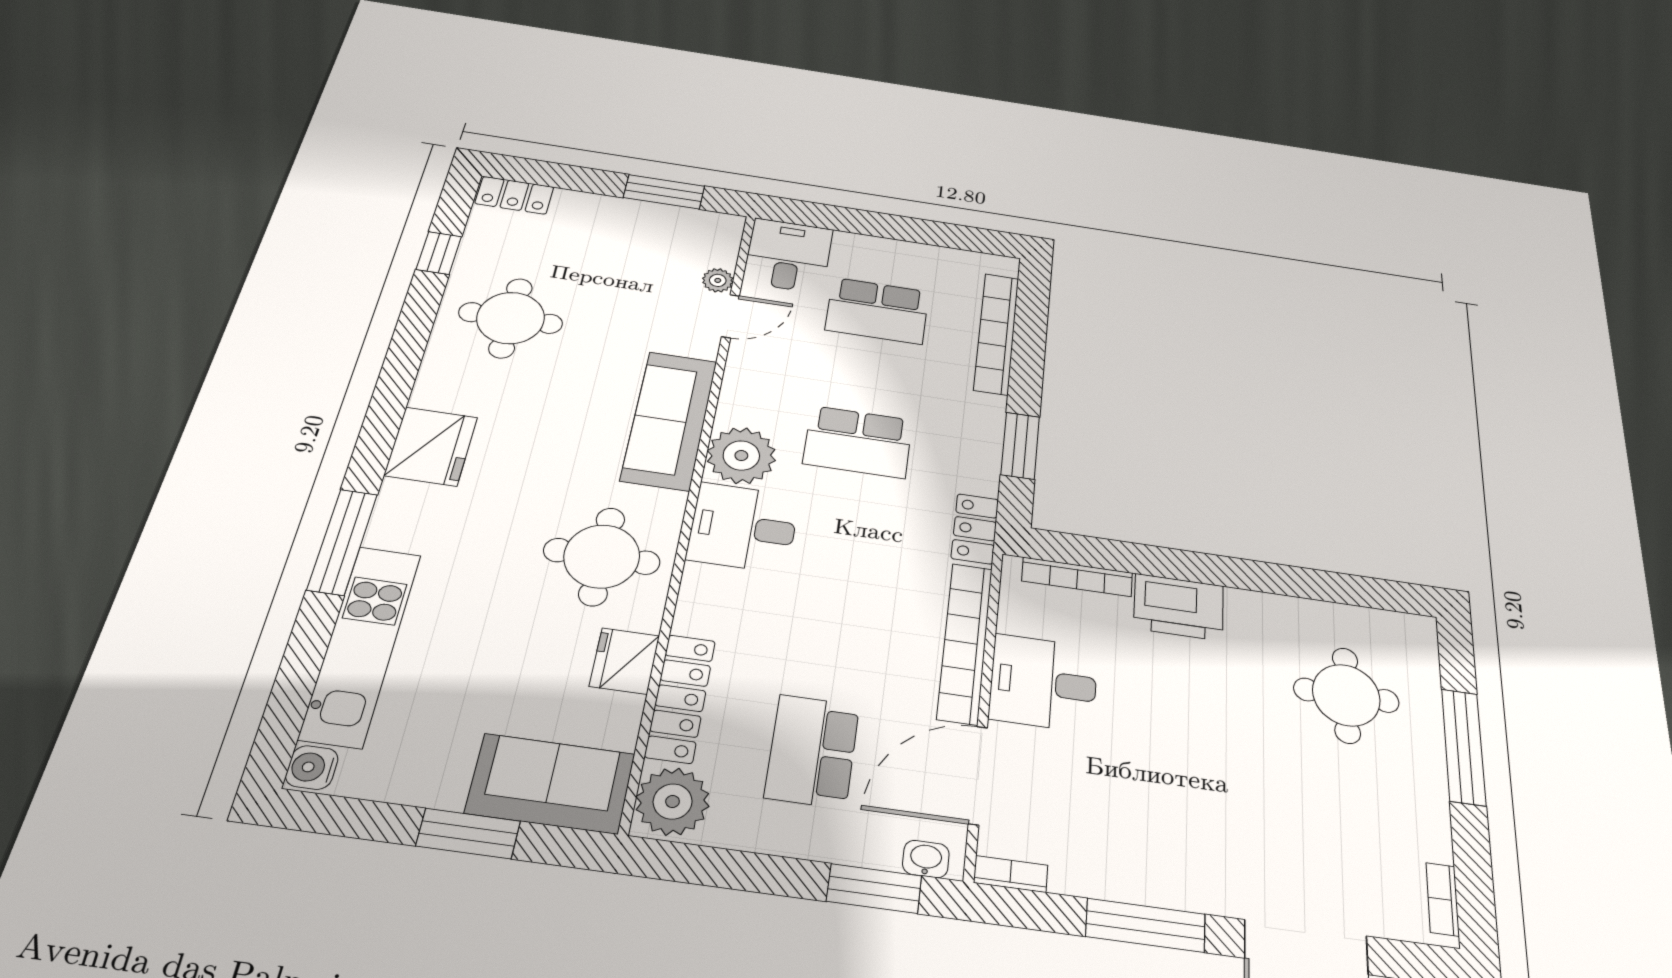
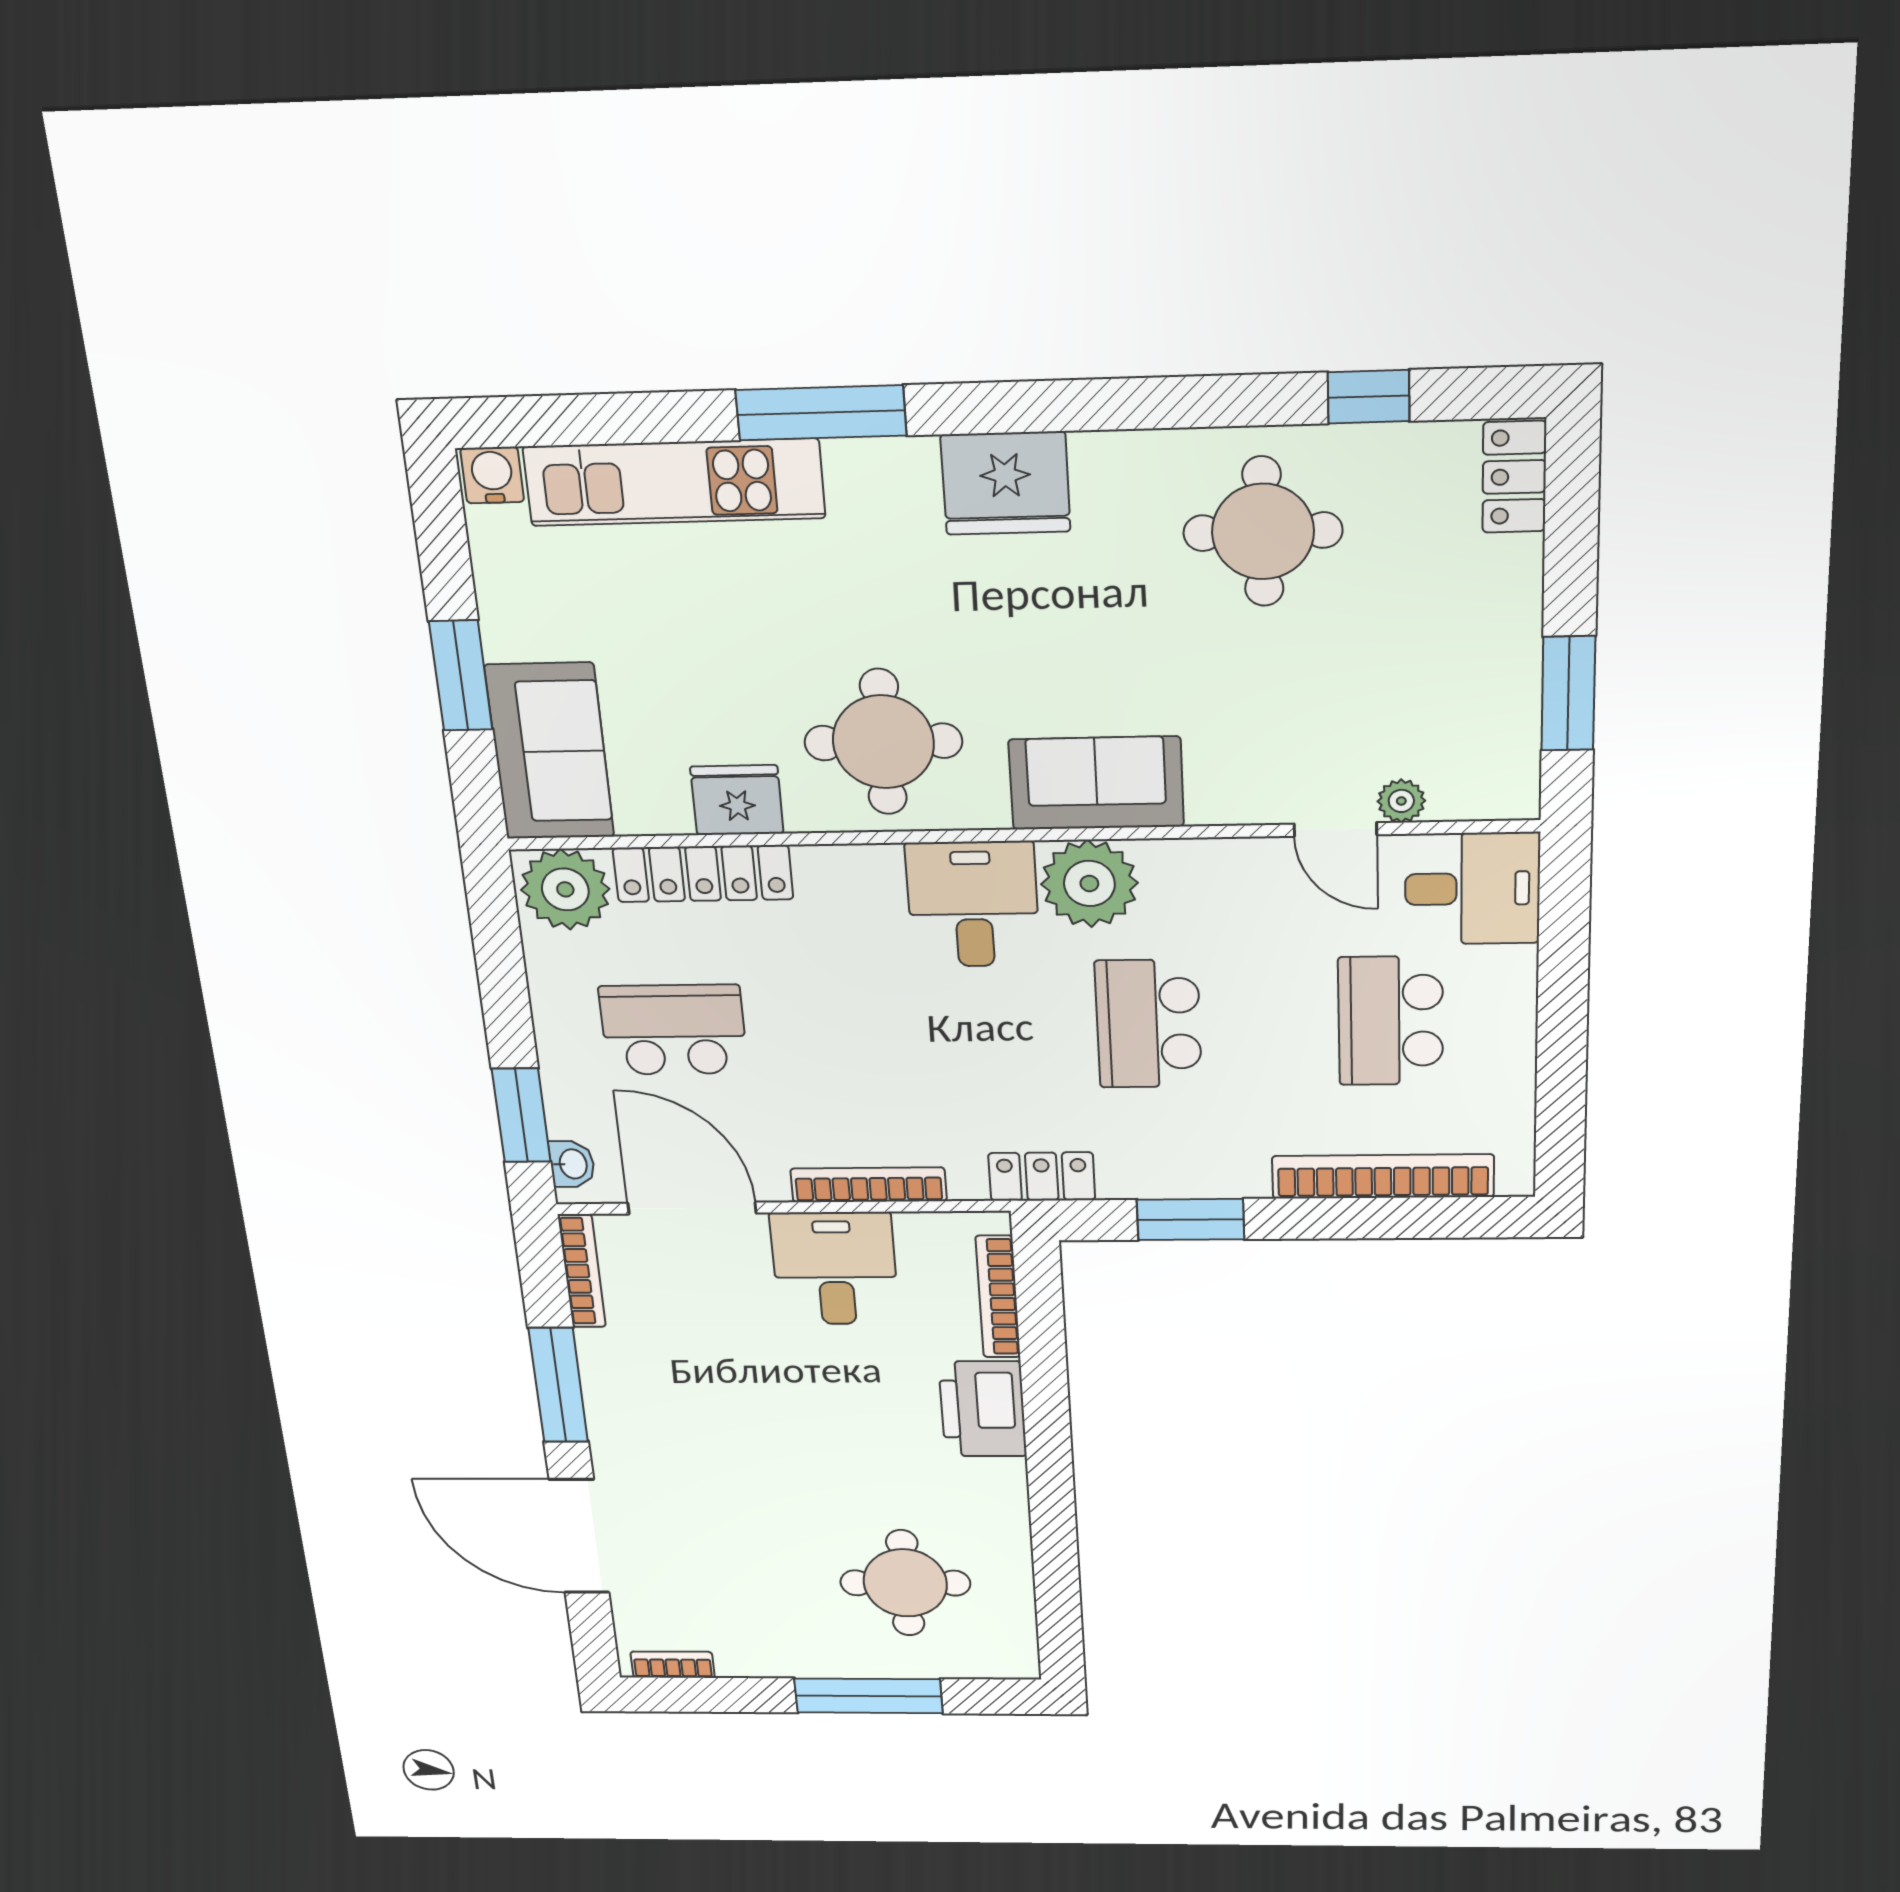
sofa: (669, 420) -> (1096, 783), width x0.73
bookcase: (965, 643) -> (869, 1185), width x0.68, depth x0.76
bookcase: (1011, 874) -> (582, 1271), width x1.56

